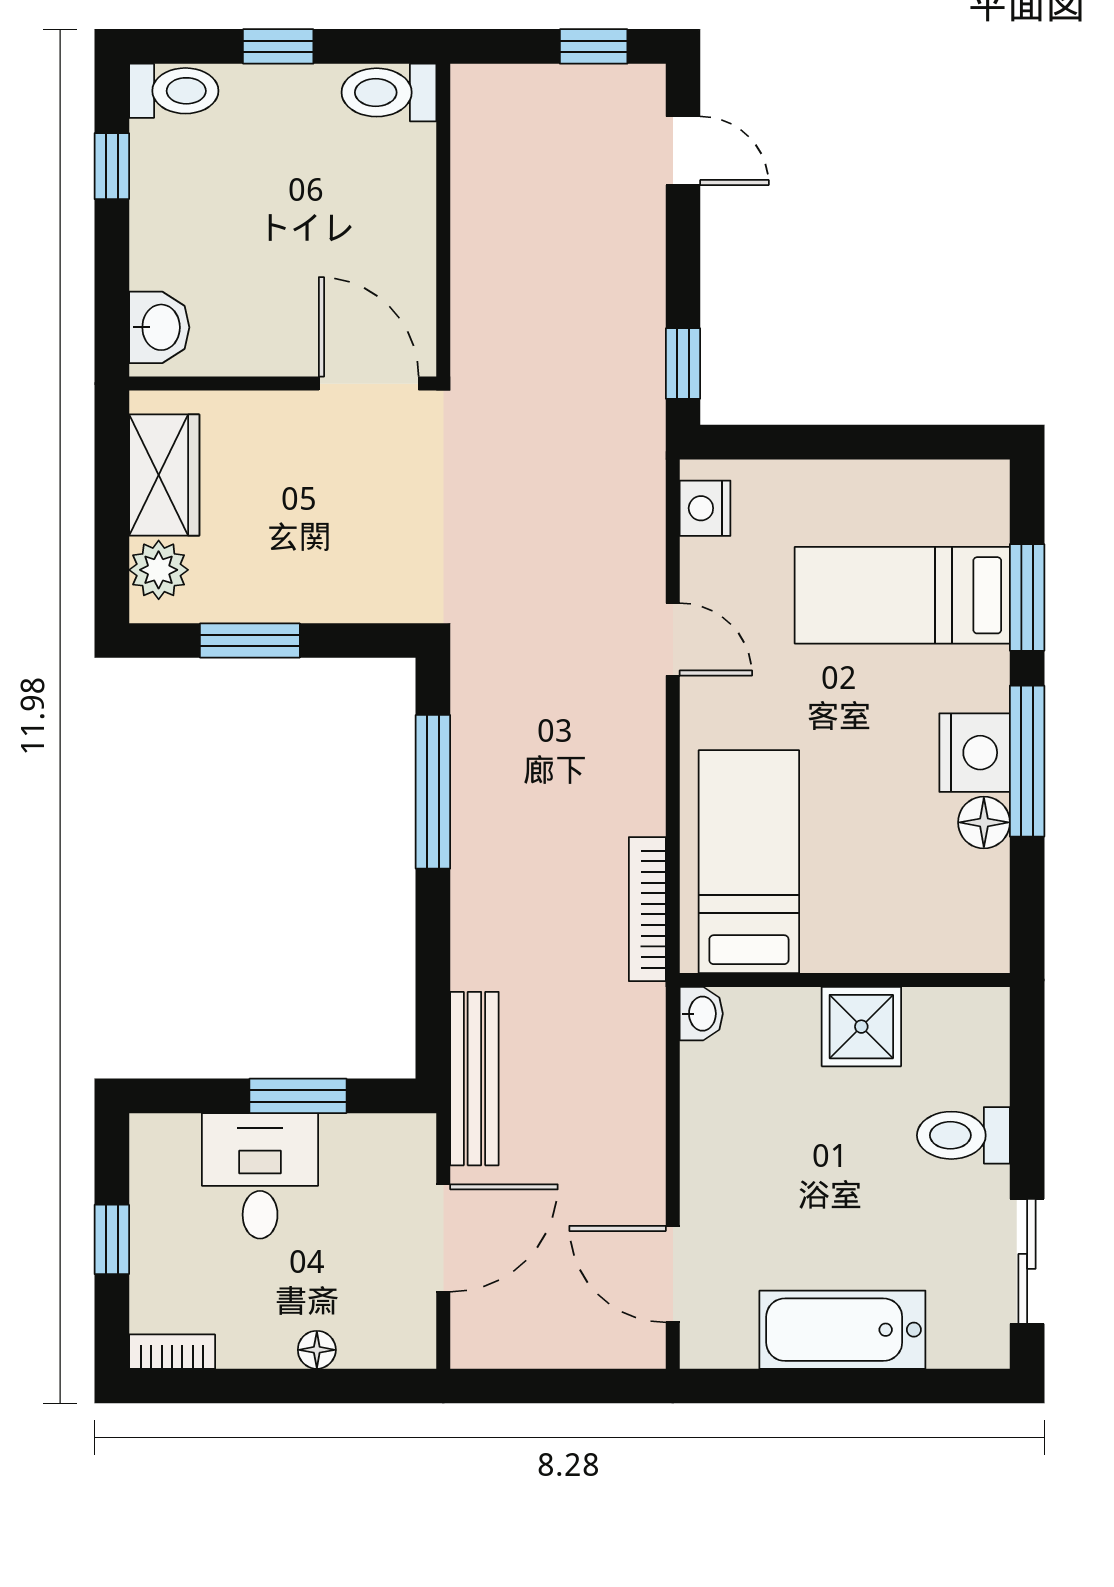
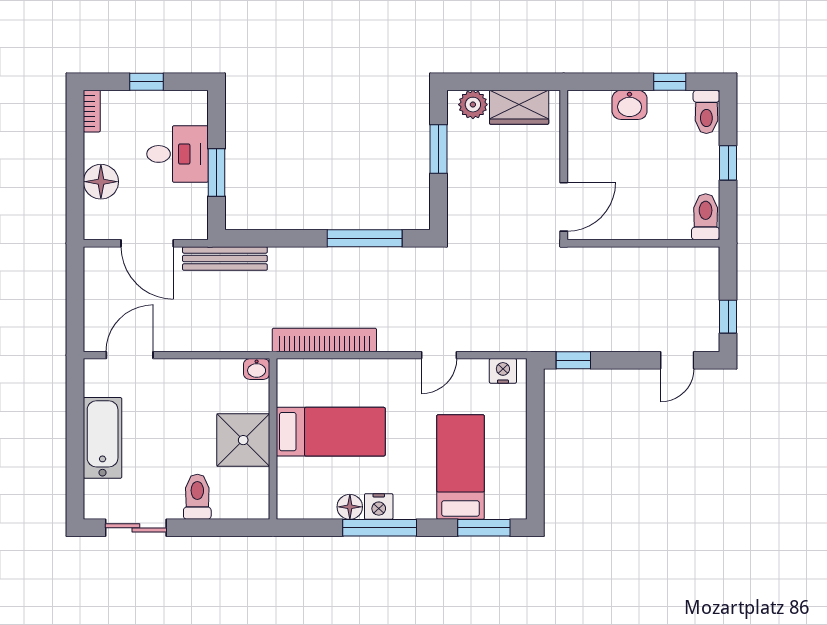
washbasin: (159, 327) -> (630, 105), moved
window: (1027, 597) -> (484, 528), moved
nightstand: (975, 753) -> (379, 507), width x0.74, depth x0.75
bed: (749, 862) -> (331, 432), moved
bookcase: (647, 909) -> (324, 340), width x1.48, depth x1.31
shower: (861, 1027) -> (243, 440), width x1.36, depth x1.36
floor lamp: (317, 1350) -> (101, 182), width x1.89, depth x1.89

